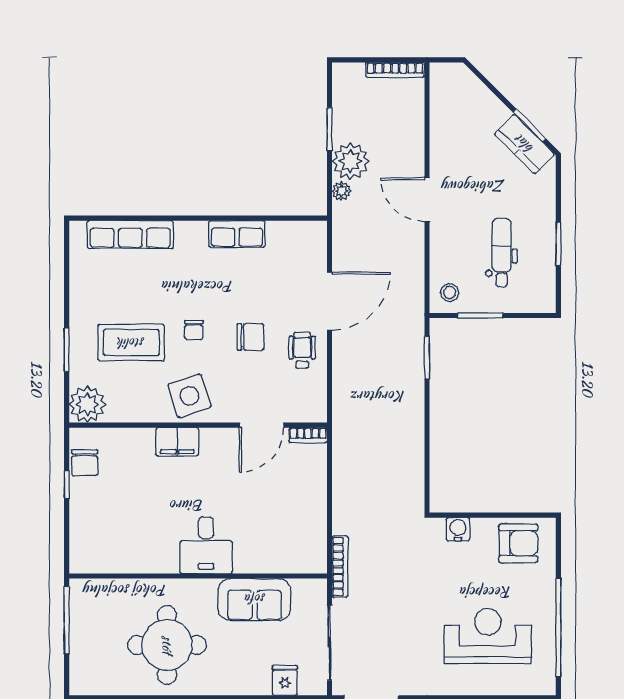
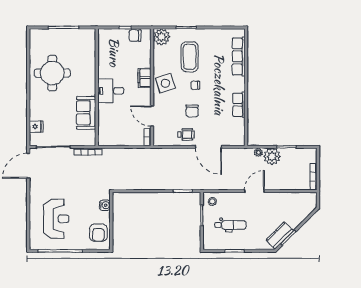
desk: (206, 545) -> (111, 91), moved
wall: (198, 576) -> (97, 87), moved
sofa: (255, 599) -> (86, 113), moved

